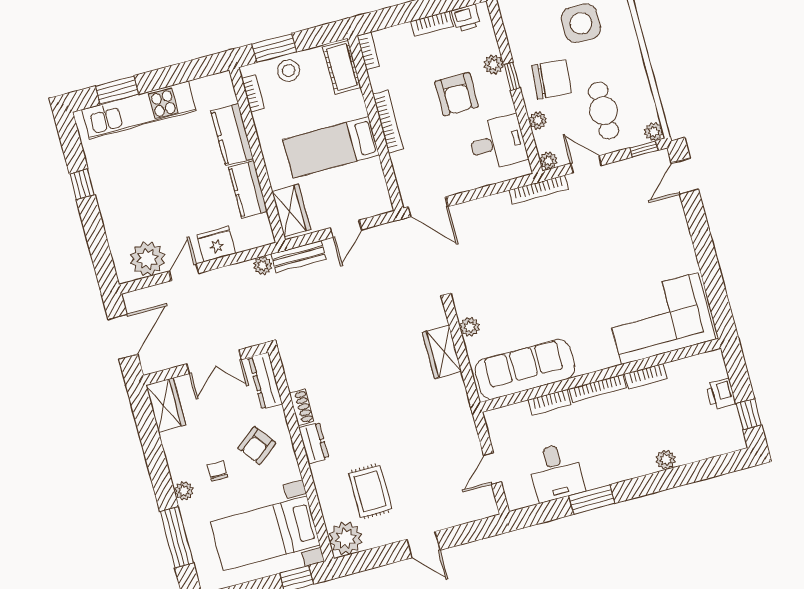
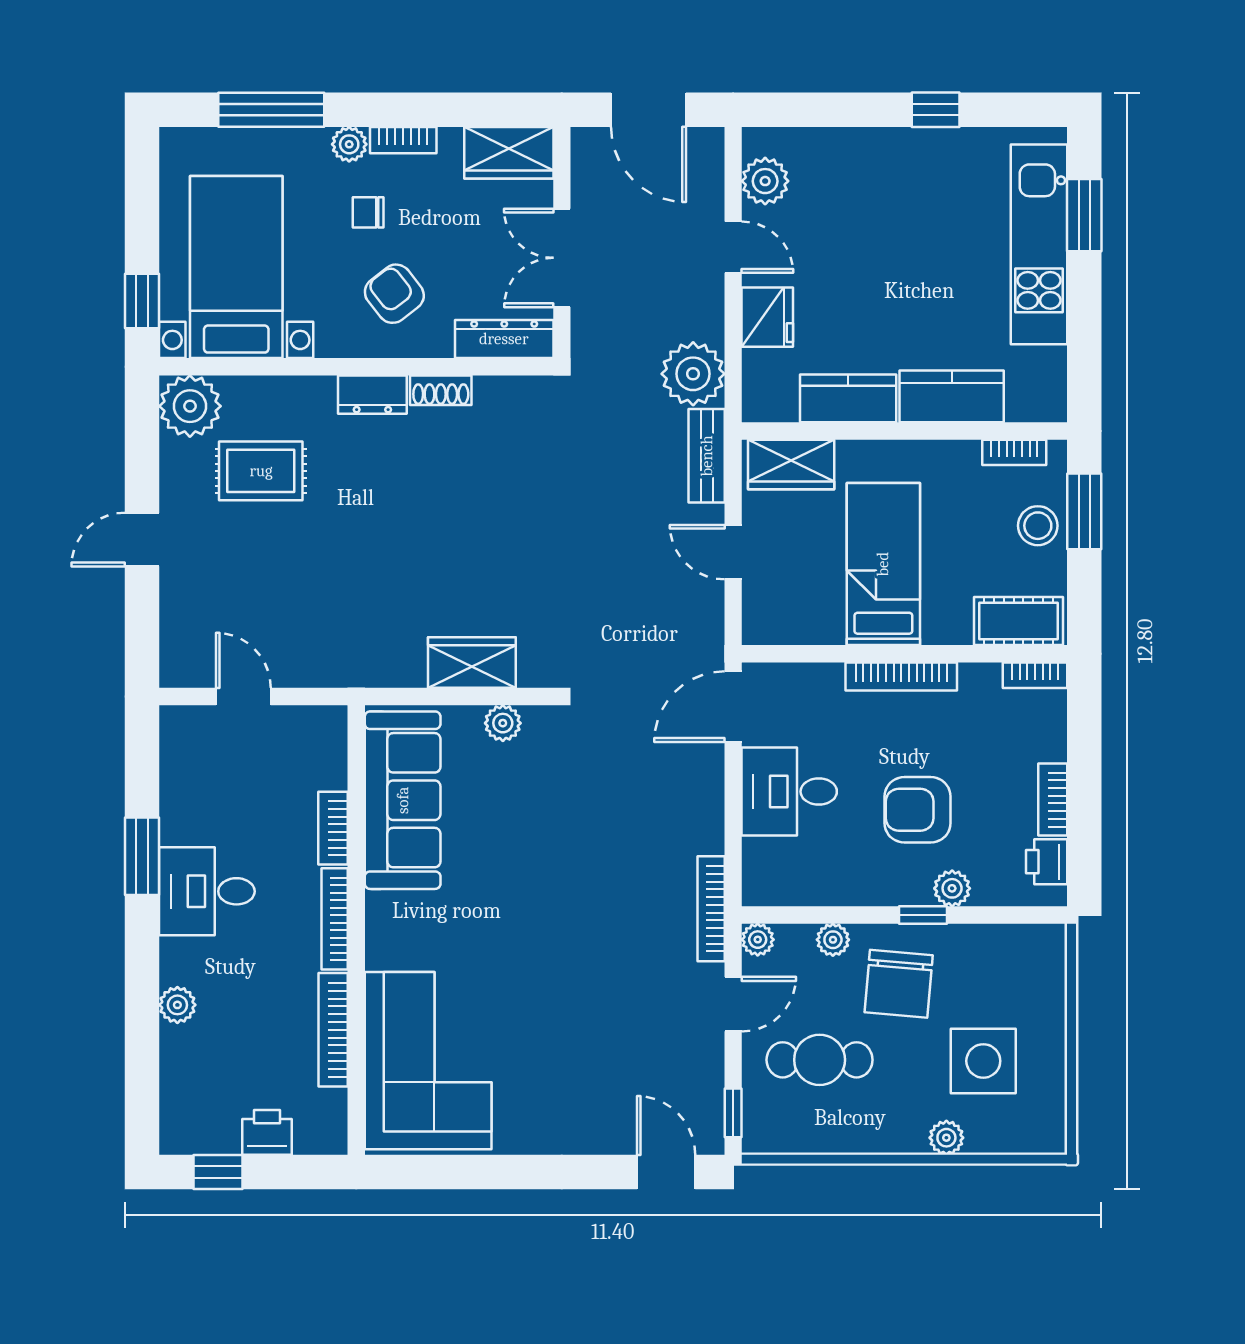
plant: (654, 132) -> (946, 1138), moved
desk: (498, 143) -> (789, 792), moved, turned 90
plant: (148, 259) -> (765, 181), width x0.73, depth x0.73
plant: (263, 266) -> (693, 374), width x1.87, depth x1.87
bookcase: (646, 376) -> (333, 1030), width x1.56
bookcase: (174, 463) -> (403, 140), added
chair: (217, 471) -> (368, 212), turned 180
desk: (556, 472) -> (207, 891), moved

